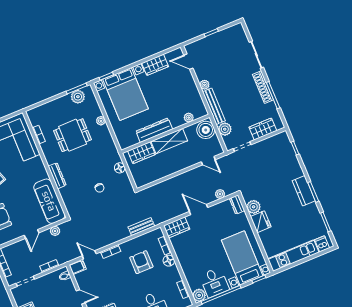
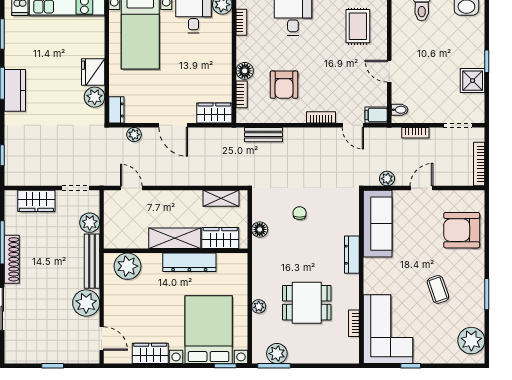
plant: (205, 85) -> (86, 303), width x1.87, depth x1.87
plant: (189, 118) -> (127, 266), width x1.88, depth x1.88
boiler: (206, 130) -> (117, 233), removed
shelving: (151, 177) -> (221, 198), added

